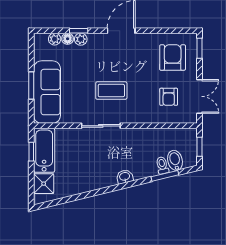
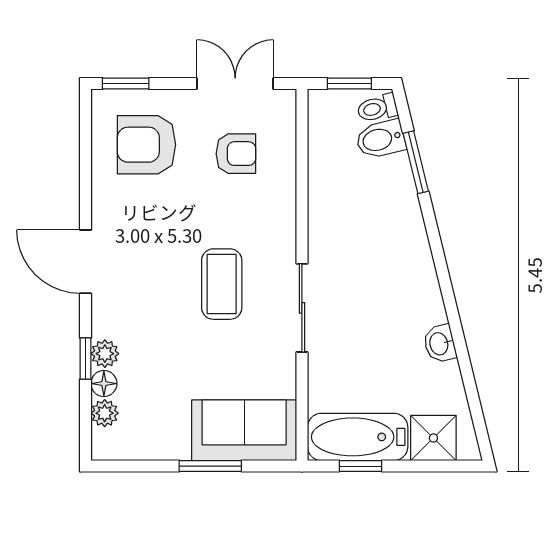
sofa: (47, 92) -> (244, 430), width x0.73
toilet: (162, 165) -> (377, 108), moved
washbasin: (125, 177) -> (440, 344), moved

